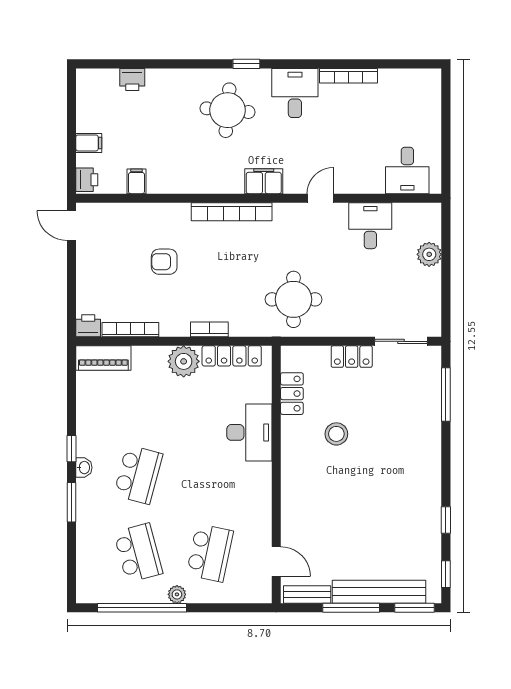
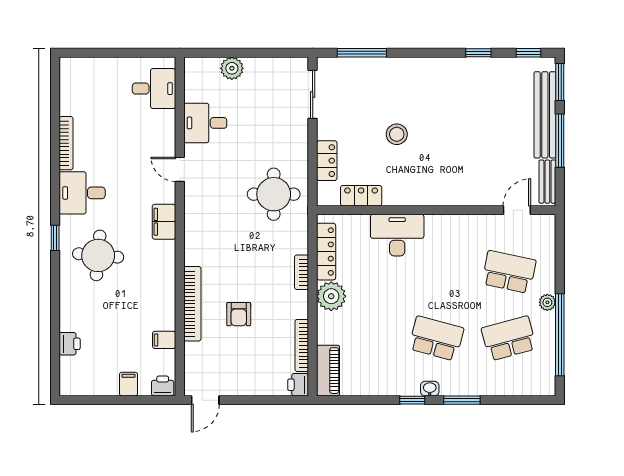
bookcase: (232, 212) -> (192, 304), moved
locker: (352, 357) -> (327, 161), moved
stool: (336, 434) -> (397, 134), moved

